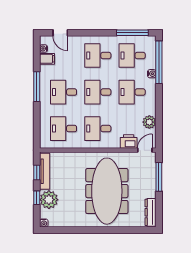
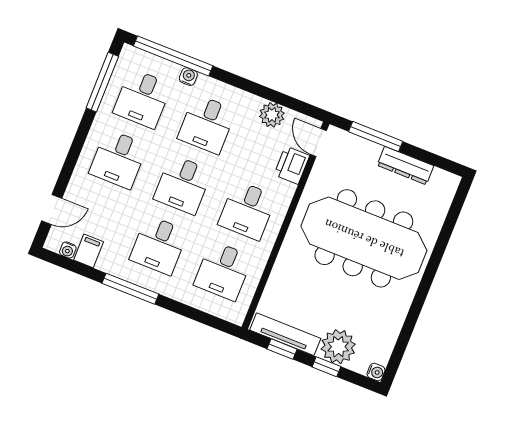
dresser: (151, 212) -> (405, 166), moved

